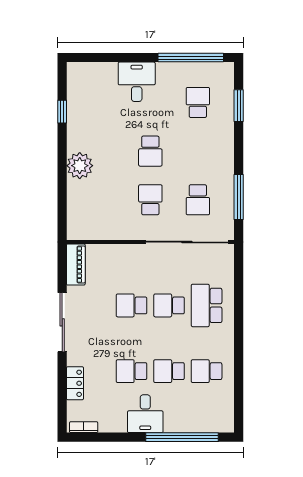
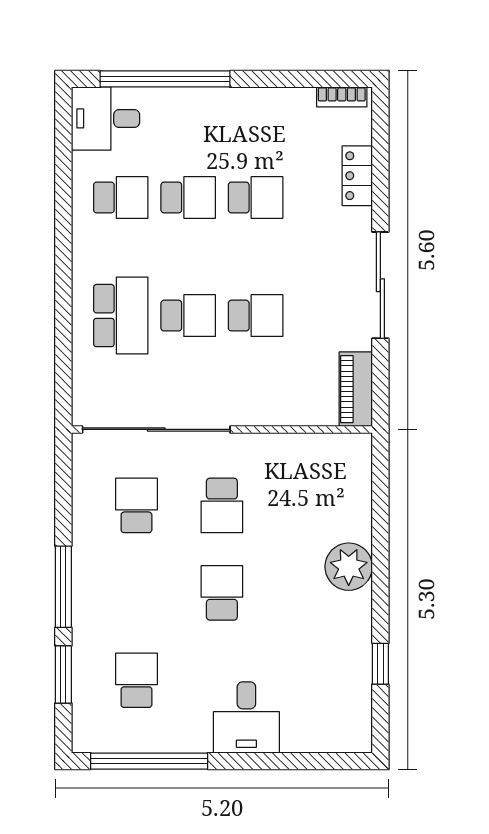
school desk: (198, 102) -> (136, 680), turned 180
window: (239, 197) -> (63, 587), moved
desk: (145, 414) -> (105, 118), moved, turned -90

